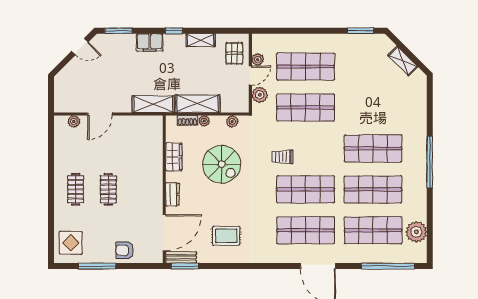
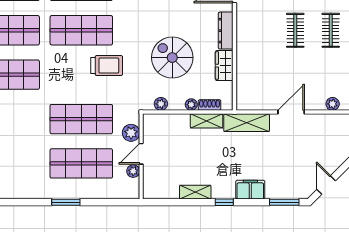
window: (361, 31) -> (66, 202), moved
door: (80, 47) -> (326, 185), hinge flipped
pallet: (234, 53) -> (159, 178), removed
shelving: (198, 104) -> (206, 121), width x0.67, depth x0.75
door: (100, 114) -> (291, 112), moved
trolley: (282, 157) -> (107, 66), width x1.36, depth x1.39
dresser: (172, 194) -> (226, 31), width x1.44

